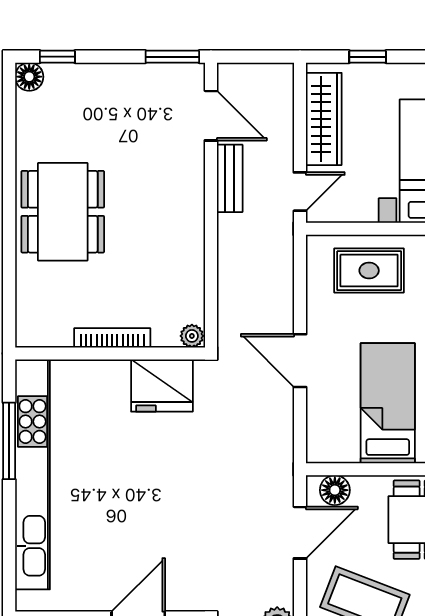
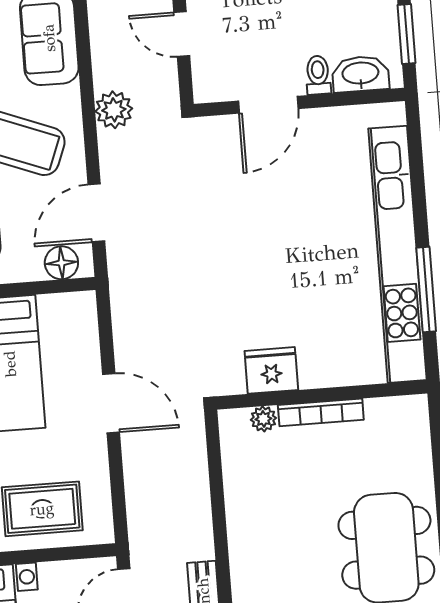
plant: (192, 336) -> (263, 419), moved
fridge: (162, 386) -> (271, 370), width x0.73, depth x0.75

